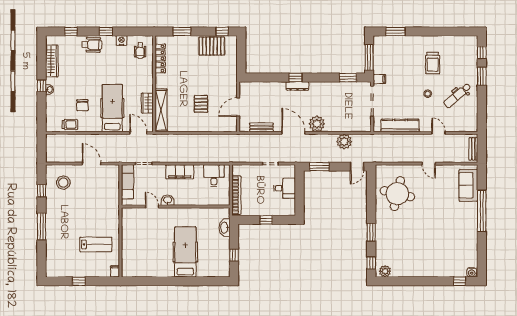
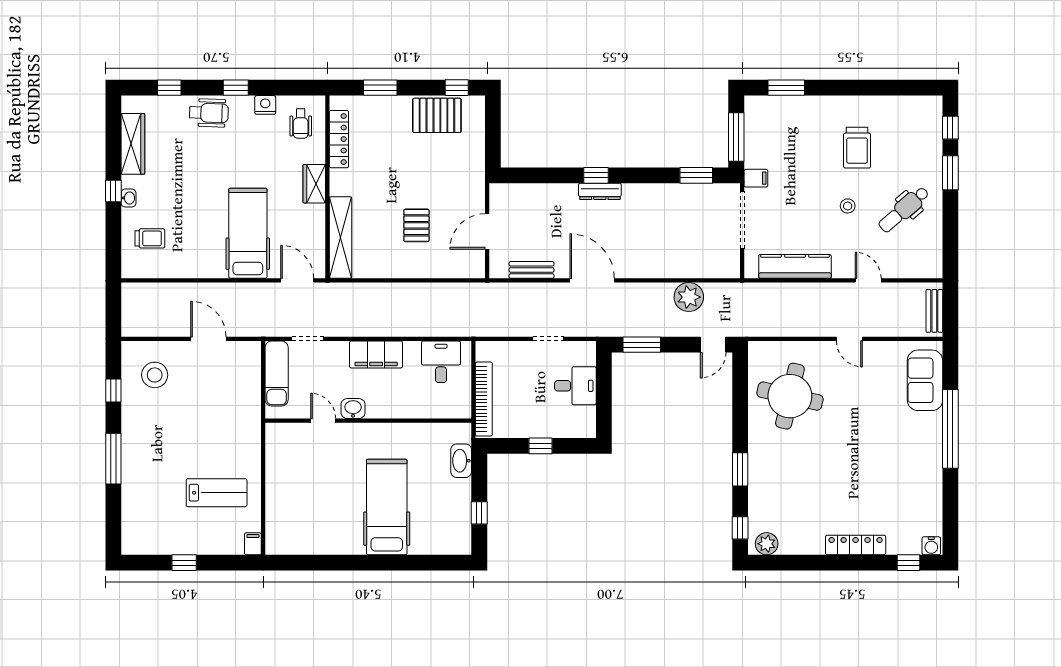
wardrobe: (147, 103) -> (314, 184), moved
chair: (82, 105) -> (191, 228), removed
plant: (317, 124) -> (637, 263), removed
trolley: (70, 125) -> (150, 238), moved
locker: (432, 272) -> (856, 545), added

